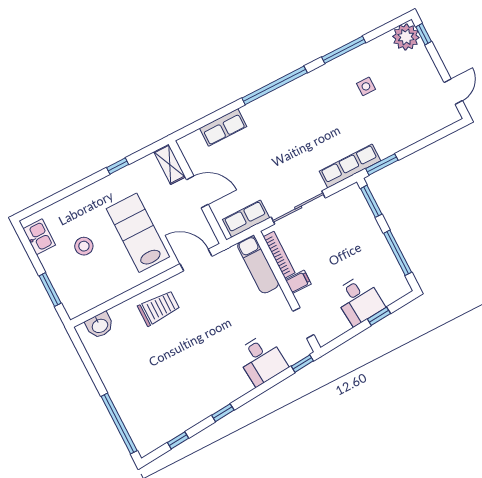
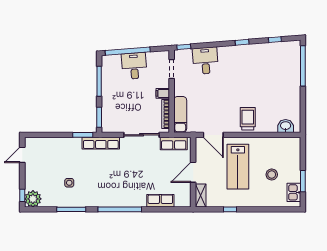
door: (197, 192) -> (193, 172), hinge flipped
window: (50, 289) -> (303, 181), moved
trolley: (159, 308) -> (248, 119), turned 90
window: (379, 316) -> (128, 51), width x3.17

